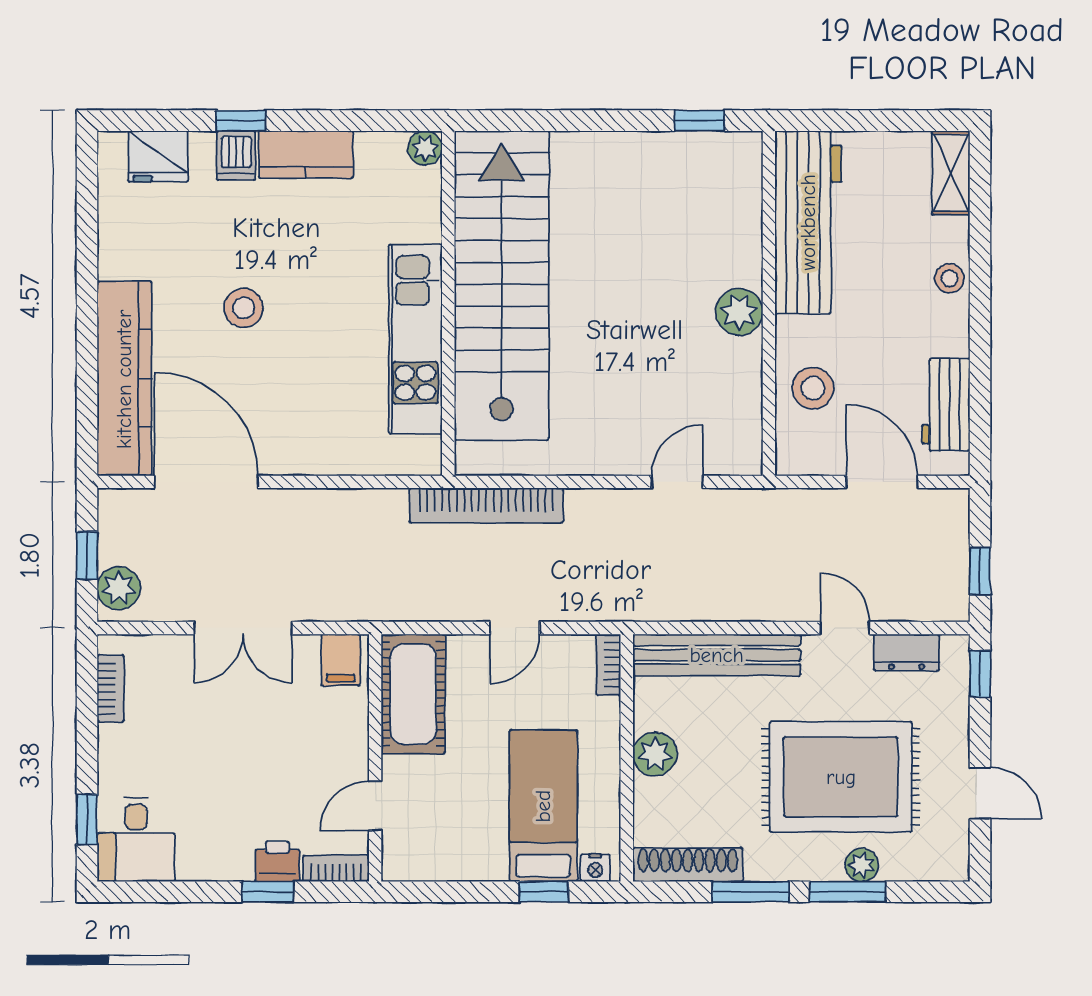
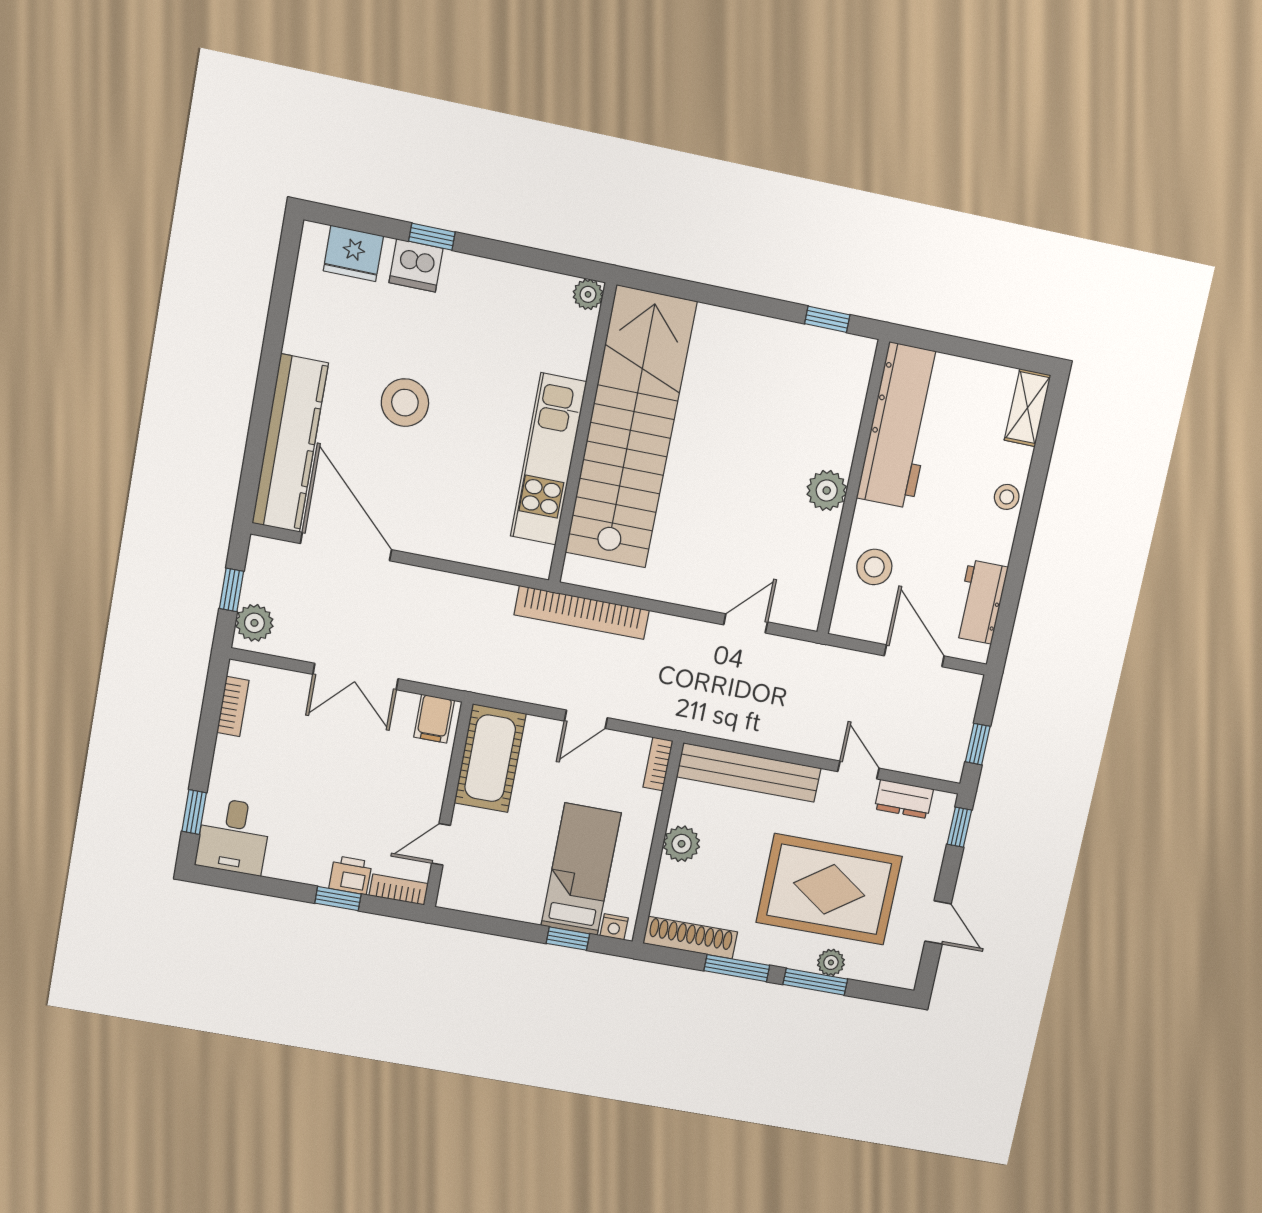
kitchen counter: (306, 154) -> (484, 279), removed
dishwasher: (236, 155) -> (416, 266), width x1.38
stool: (244, 308) -> (405, 403), width x1.38, depth x1.38

